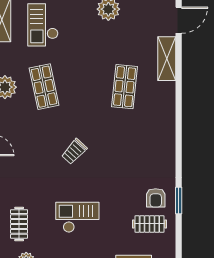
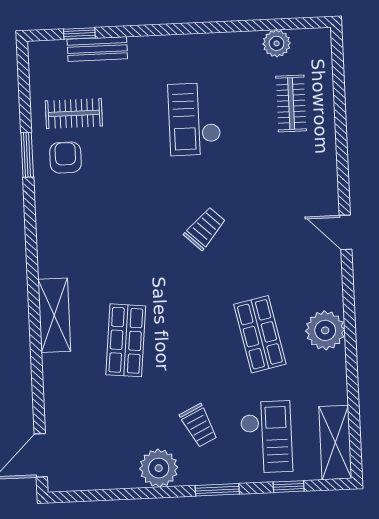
trolley: (83, 34) -> (199, 426), added
shelving: (167, 59) -> (54, 315), moved
checkout: (77, 217) -> (194, 119), turned 90

